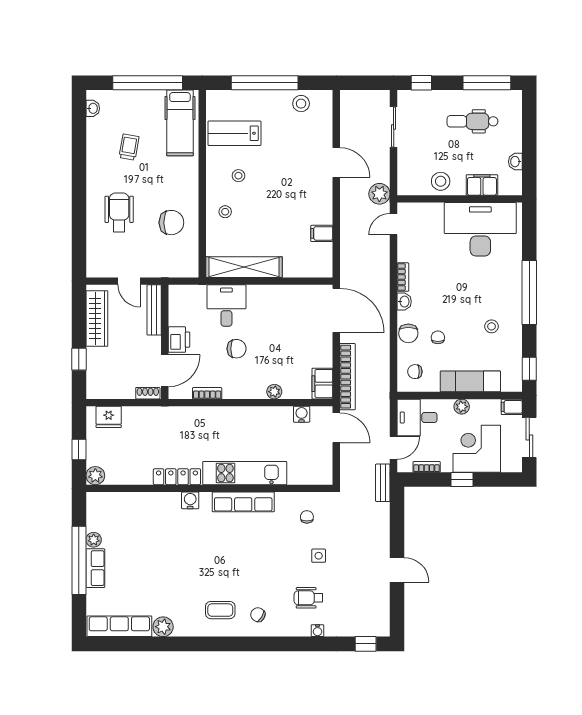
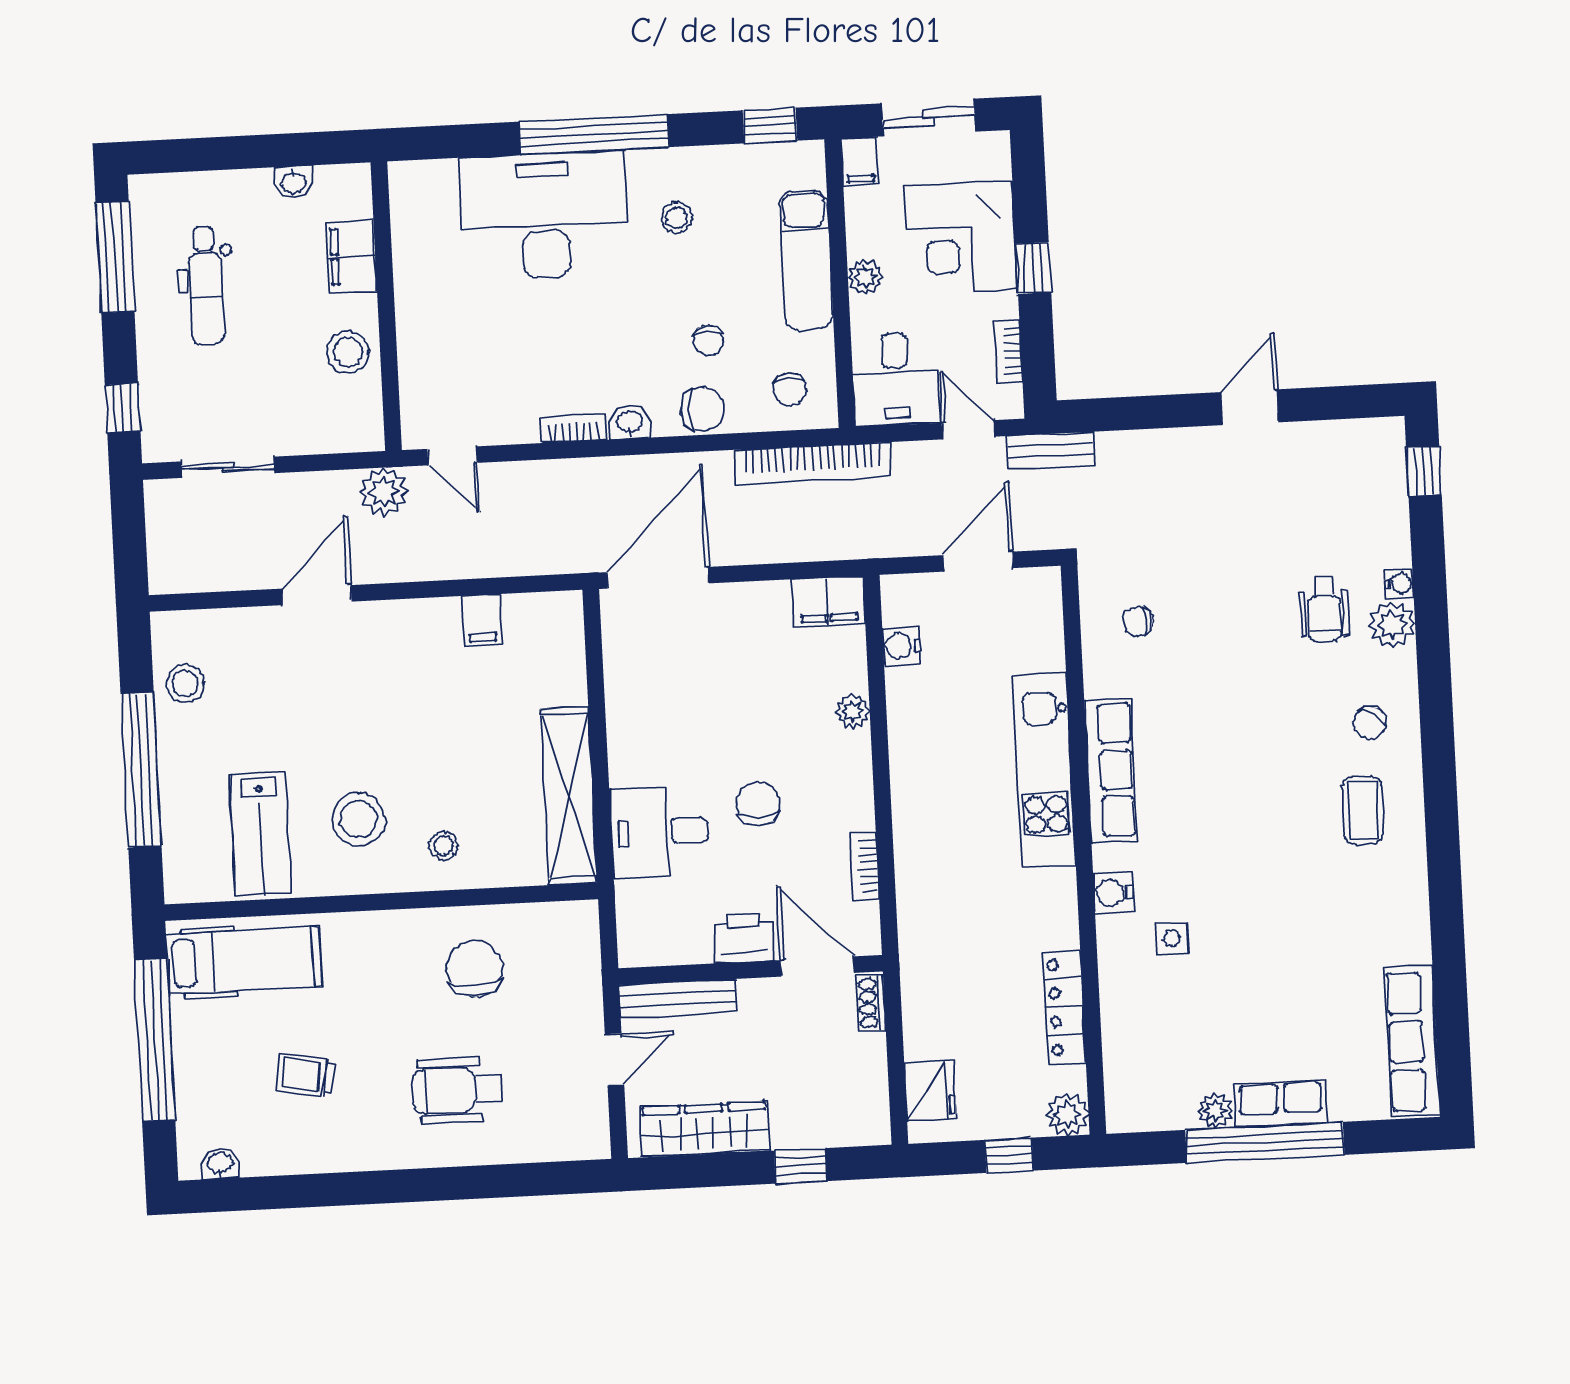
stool: (238, 176) -> (358, 819), width x1.89, depth x1.89
desk: (480, 229) -> (544, 216), moved, turned 90
chair: (438, 337) -> (708, 340), turned -90
bookcase: (347, 377) -> (813, 463), moved, turned 180
door: (336, 428) -> (978, 562), moved
locker: (177, 477) -> (1064, 1007), moved
side table: (319, 556) -> (1172, 938), moved
plant: (163, 627) -> (1392, 625), moved

